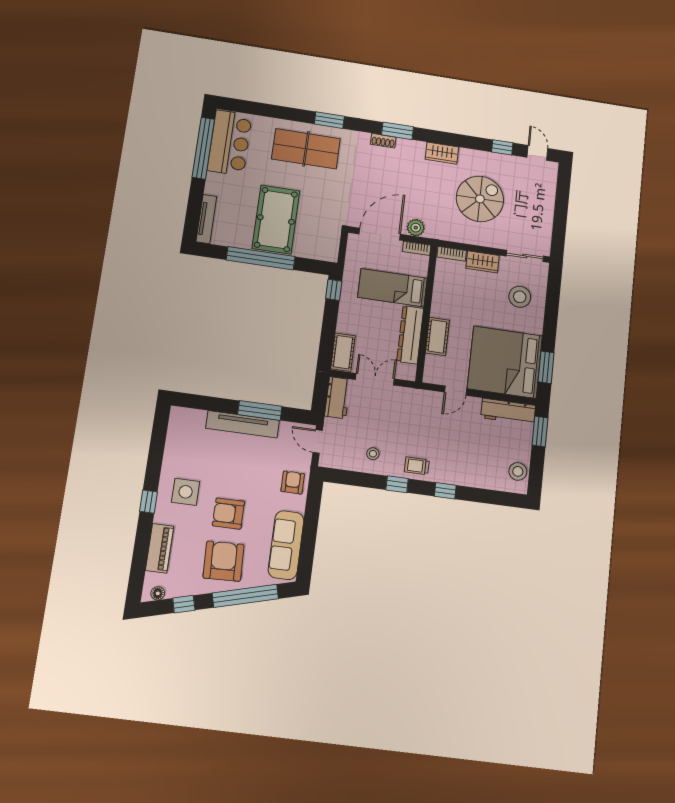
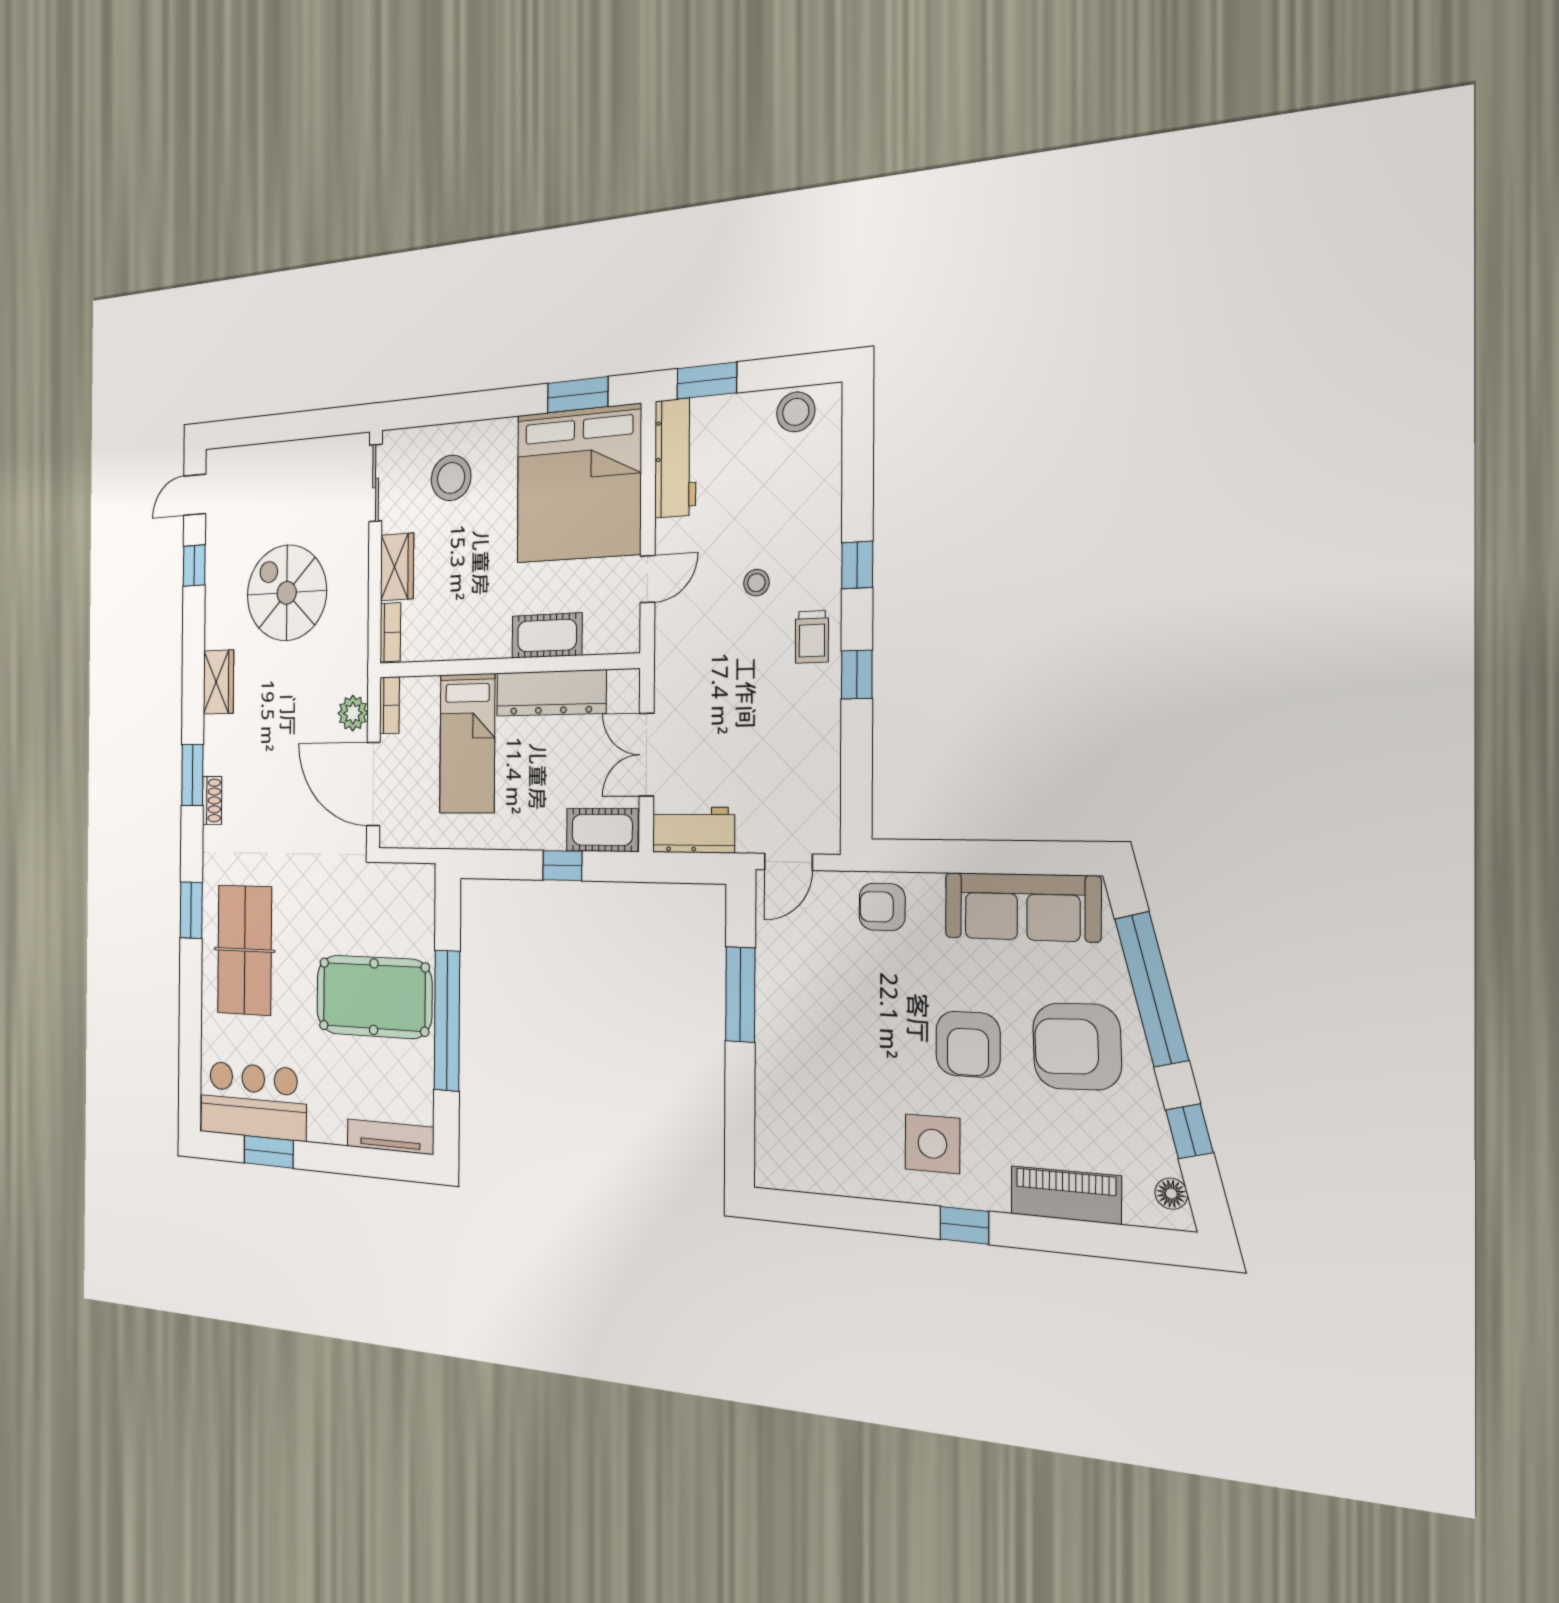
window: (203, 148) -> (269, 1152), width x0.47
window: (334, 290) -> (562, 866), moved
door: (455, 391) -> (648, 579), hinge flipped
tv unit: (243, 424) -> (773, 1029), removed
stool: (373, 454) -> (756, 583), moved

